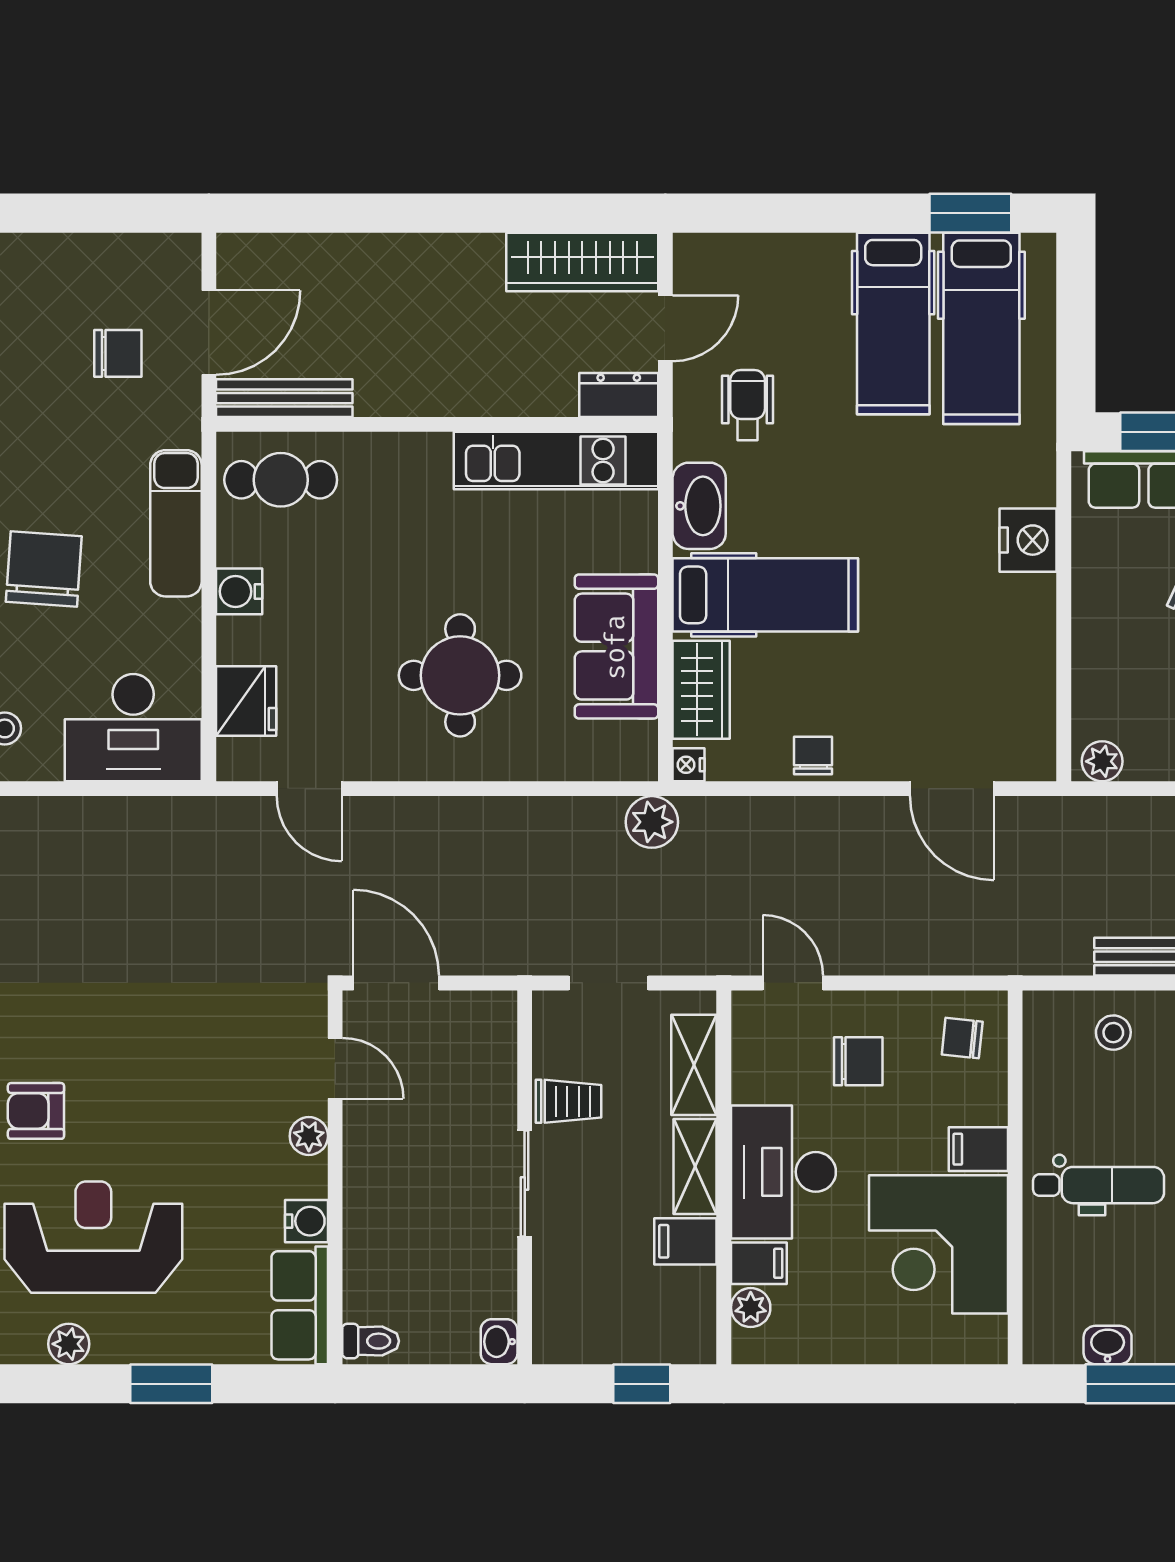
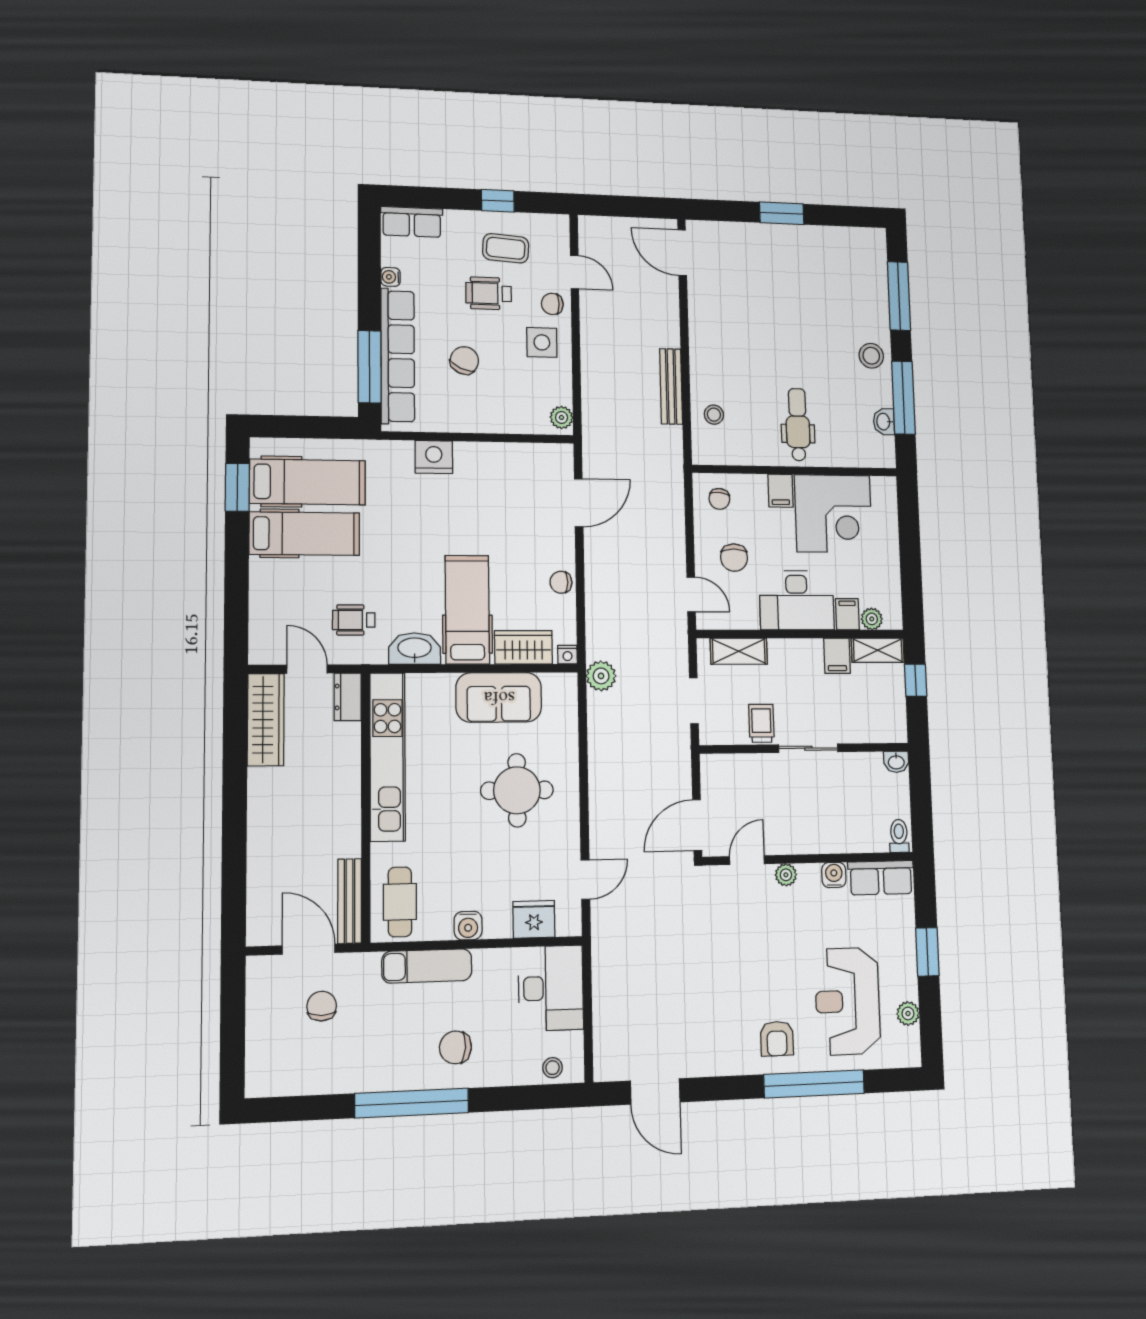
kitchen unit: (556, 461) -> (388, 757), width x1.36
chair: (44, 569) -> (455, 1047), width x0.73, depth x0.73
door: (793, 983) -> (691, 594), swing flipped
chair: (858, 1061) -> (734, 558), turned 180
shelving: (695, 1167) -> (878, 650), moved

